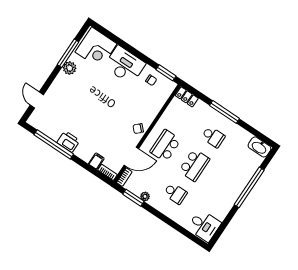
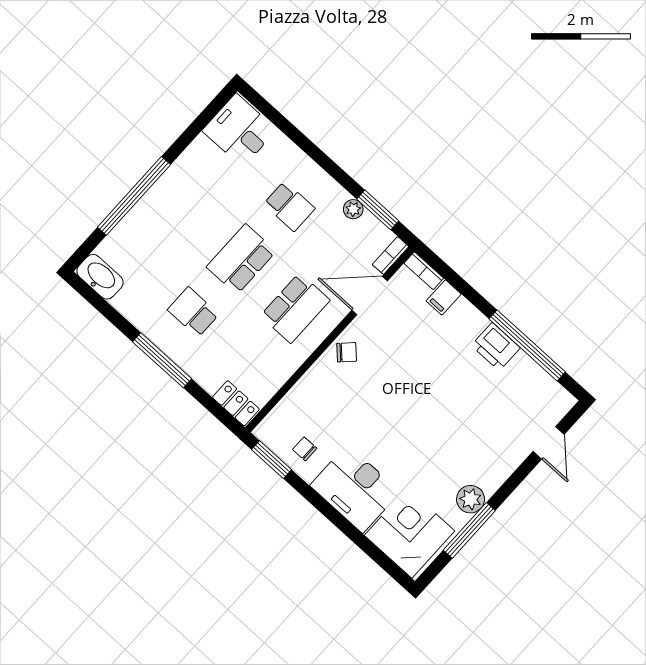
school desk: (175, 193) -> (289, 206), turned 180

